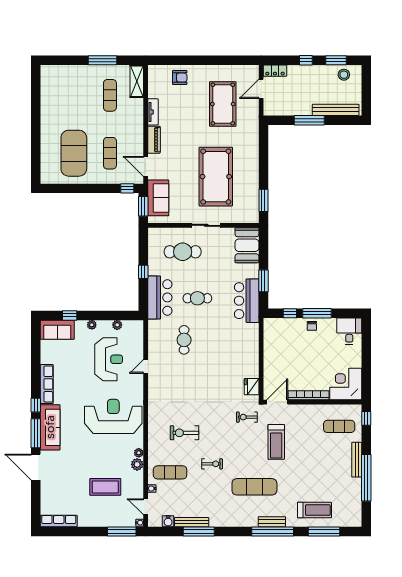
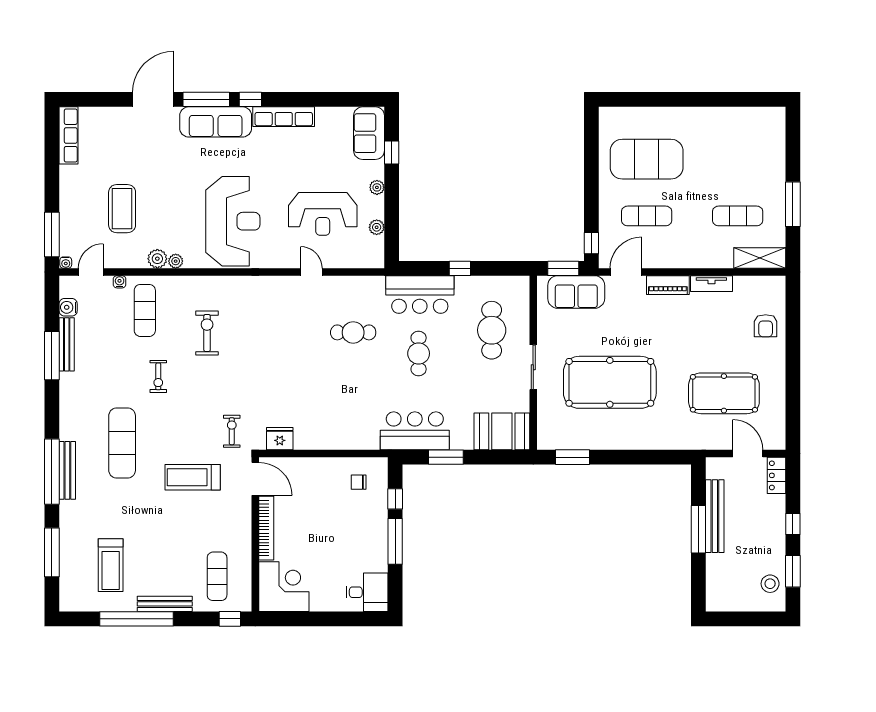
bench: (336, 110) -> (715, 516), moved
chair: (312, 326) -> (359, 482), moved
treadmill: (314, 510) -> (111, 565), moved
bench: (272, 522) -> (67, 470), width x1.36

